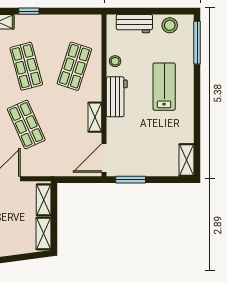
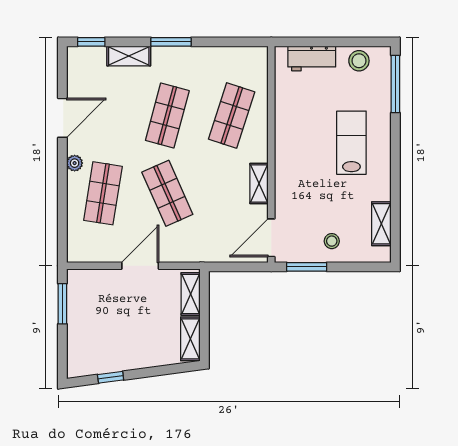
window: (29, 11) -> (171, 42), width x1.50
stool: (115, 61) -> (332, 241), moved
shop shelf: (26, 66) -> (167, 115), turned 30
workbench: (117, 97) -> (288, 156), removed
shelving: (186, 160) -> (381, 224), moved

